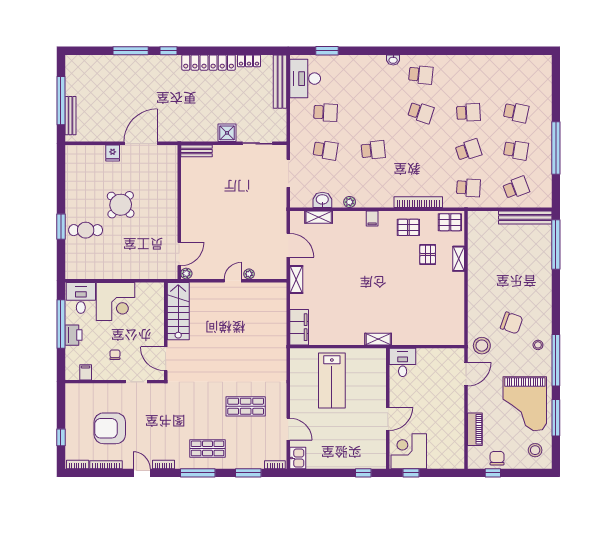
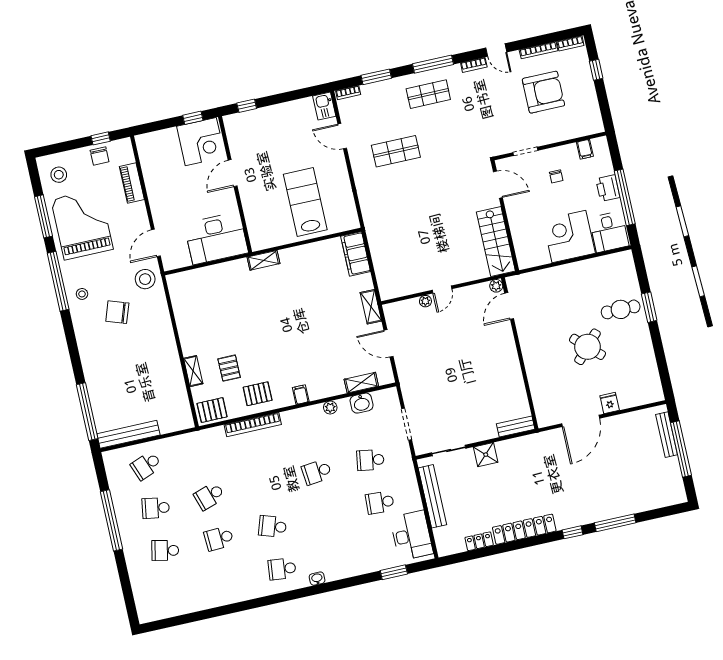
bench: (280, 82) -> (432, 496), moved
school desk: (468, 188) -> (200, 454), removed
desk: (403, 362) -> (216, 238), width x1.87, depth x1.30

